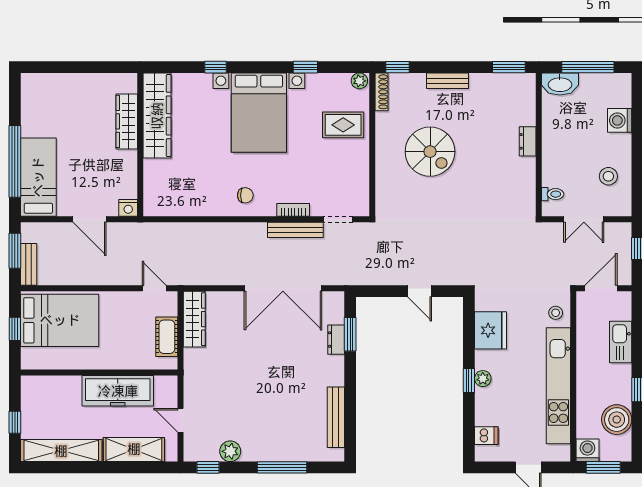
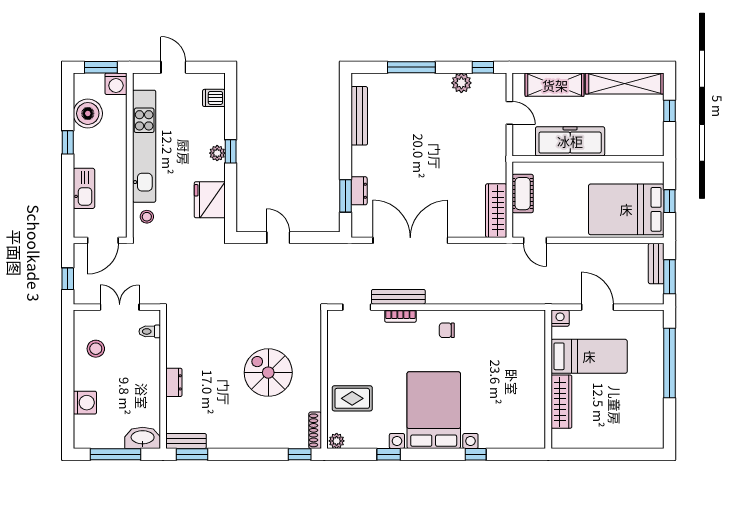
bench: (447, 81) -> (186, 441), moved
wardrobe: (157, 116) -> (532, 407), removed
bed: (38, 177) -> (589, 356), moved, turned -90

